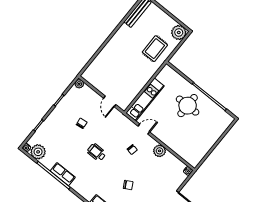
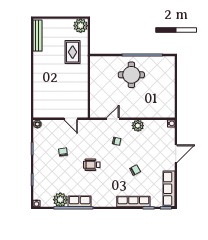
kitchen unit: (145, 99) -> (96, 96), removed
plant: (38, 152) -> (60, 200), moved

